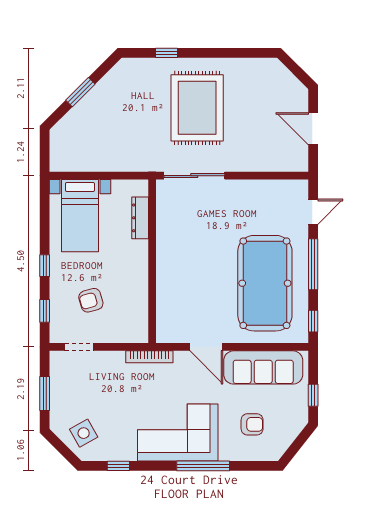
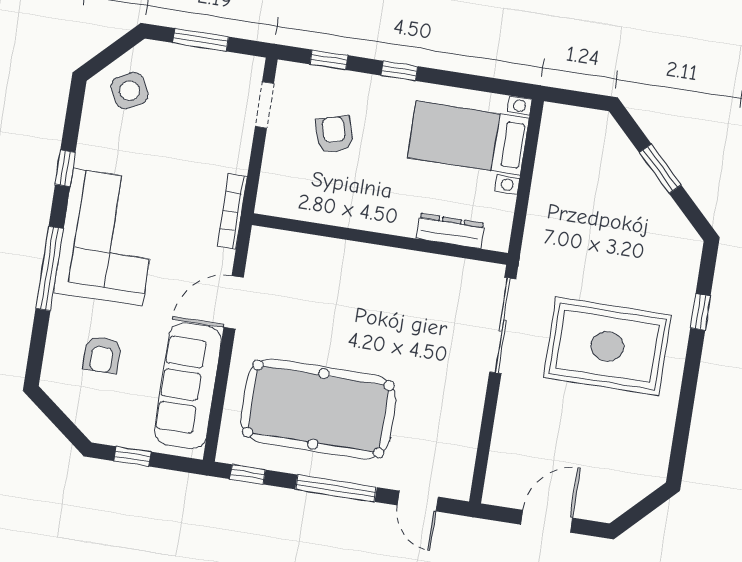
window: (118, 466) -> (65, 168), moved

